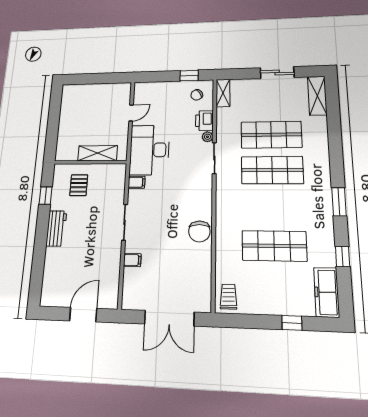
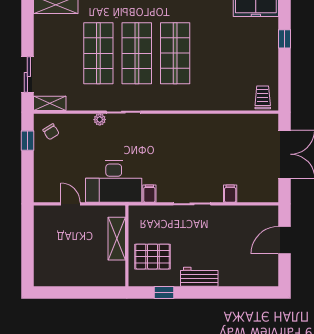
sliding door: (277, 73) -> (27, 75), moved
printer: (204, 121) -> (81, 123), removed
pallet: (79, 185) -> (153, 257), width x1.50, depth x1.42
chair: (199, 231) -> (200, 126), removed
shop shelf: (274, 246) -> (175, 53), moved
trolley: (229, 297) -> (263, 97), turned 90
door: (83, 315) -> (284, 240), hinge flipped

